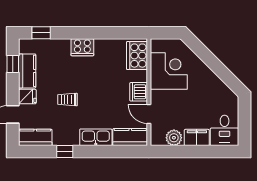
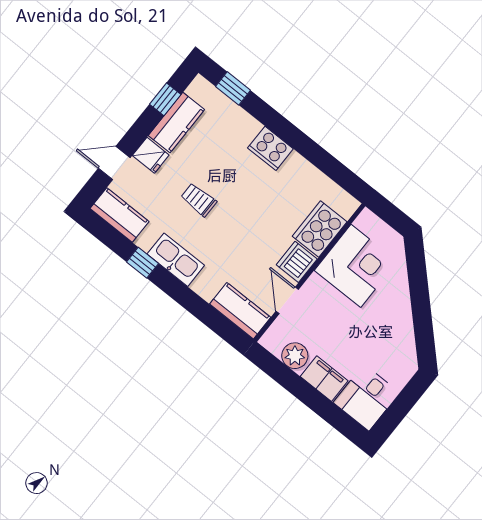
cooker: (137, 56) -> (320, 229), moved
kitchen sink: (96, 137) -> (176, 260), moved

